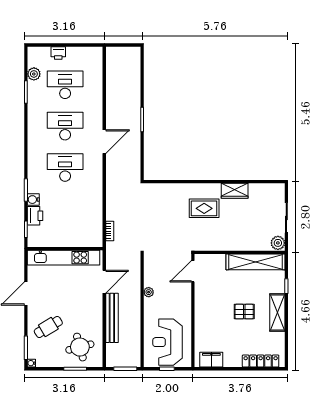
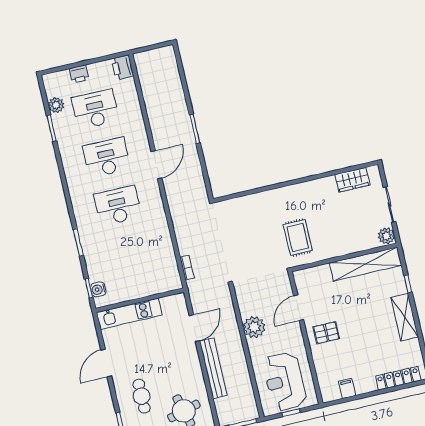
wardrobe: (235, 191) -> (352, 180), moved
water cooler: (33, 200) -> (98, 289), moved
rug: (204, 208) -> (298, 237), moved, turned 90
printer: (35, 216) -> (122, 67), moved, turned 180
kitchen unit: (64, 258) -> (129, 314), width x0.73
door: (193, 271) -> (299, 308), moved
plant: (149, 292) -> (254, 327), width x1.88, depth x1.88
pallet: (244, 312) -> (326, 333), moved
cafe table: (48, 327) -> (142, 396), turned -59
filing cabinet: (211, 360) -> (347, 388), width x0.50

